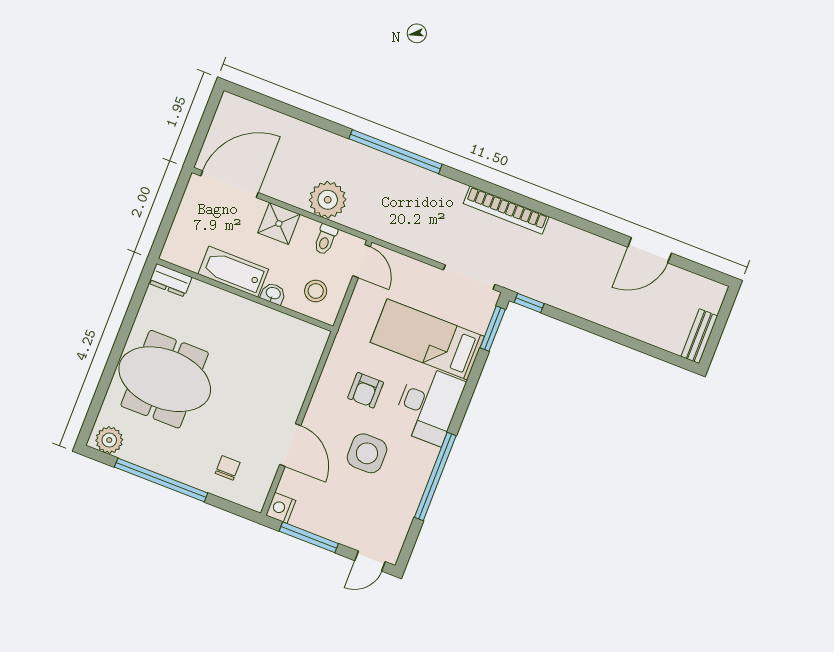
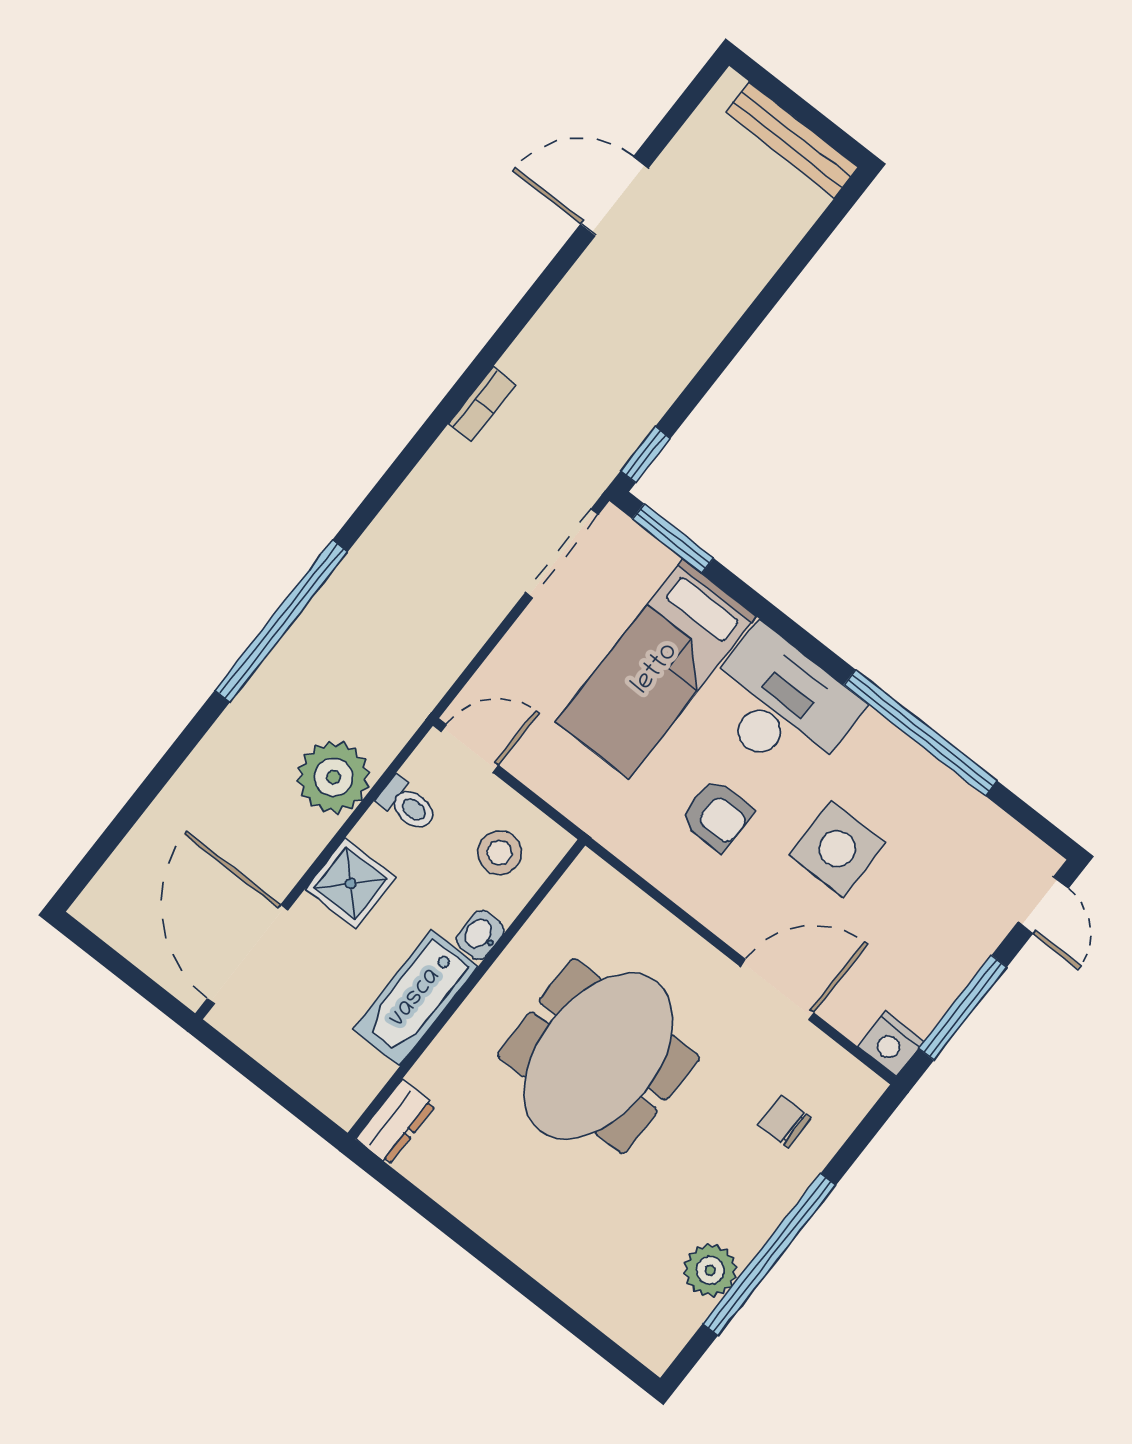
bookcase: (506, 210) -> (482, 404), width x0.43, depth x0.76
door: (650, 250) -> (615, 196), swing flipped
bench: (699, 336) -> (792, 140), width x1.36
meeting table: (165, 379) -> (598, 1056), moved
plant: (109, 440) -> (710, 1270), moved

